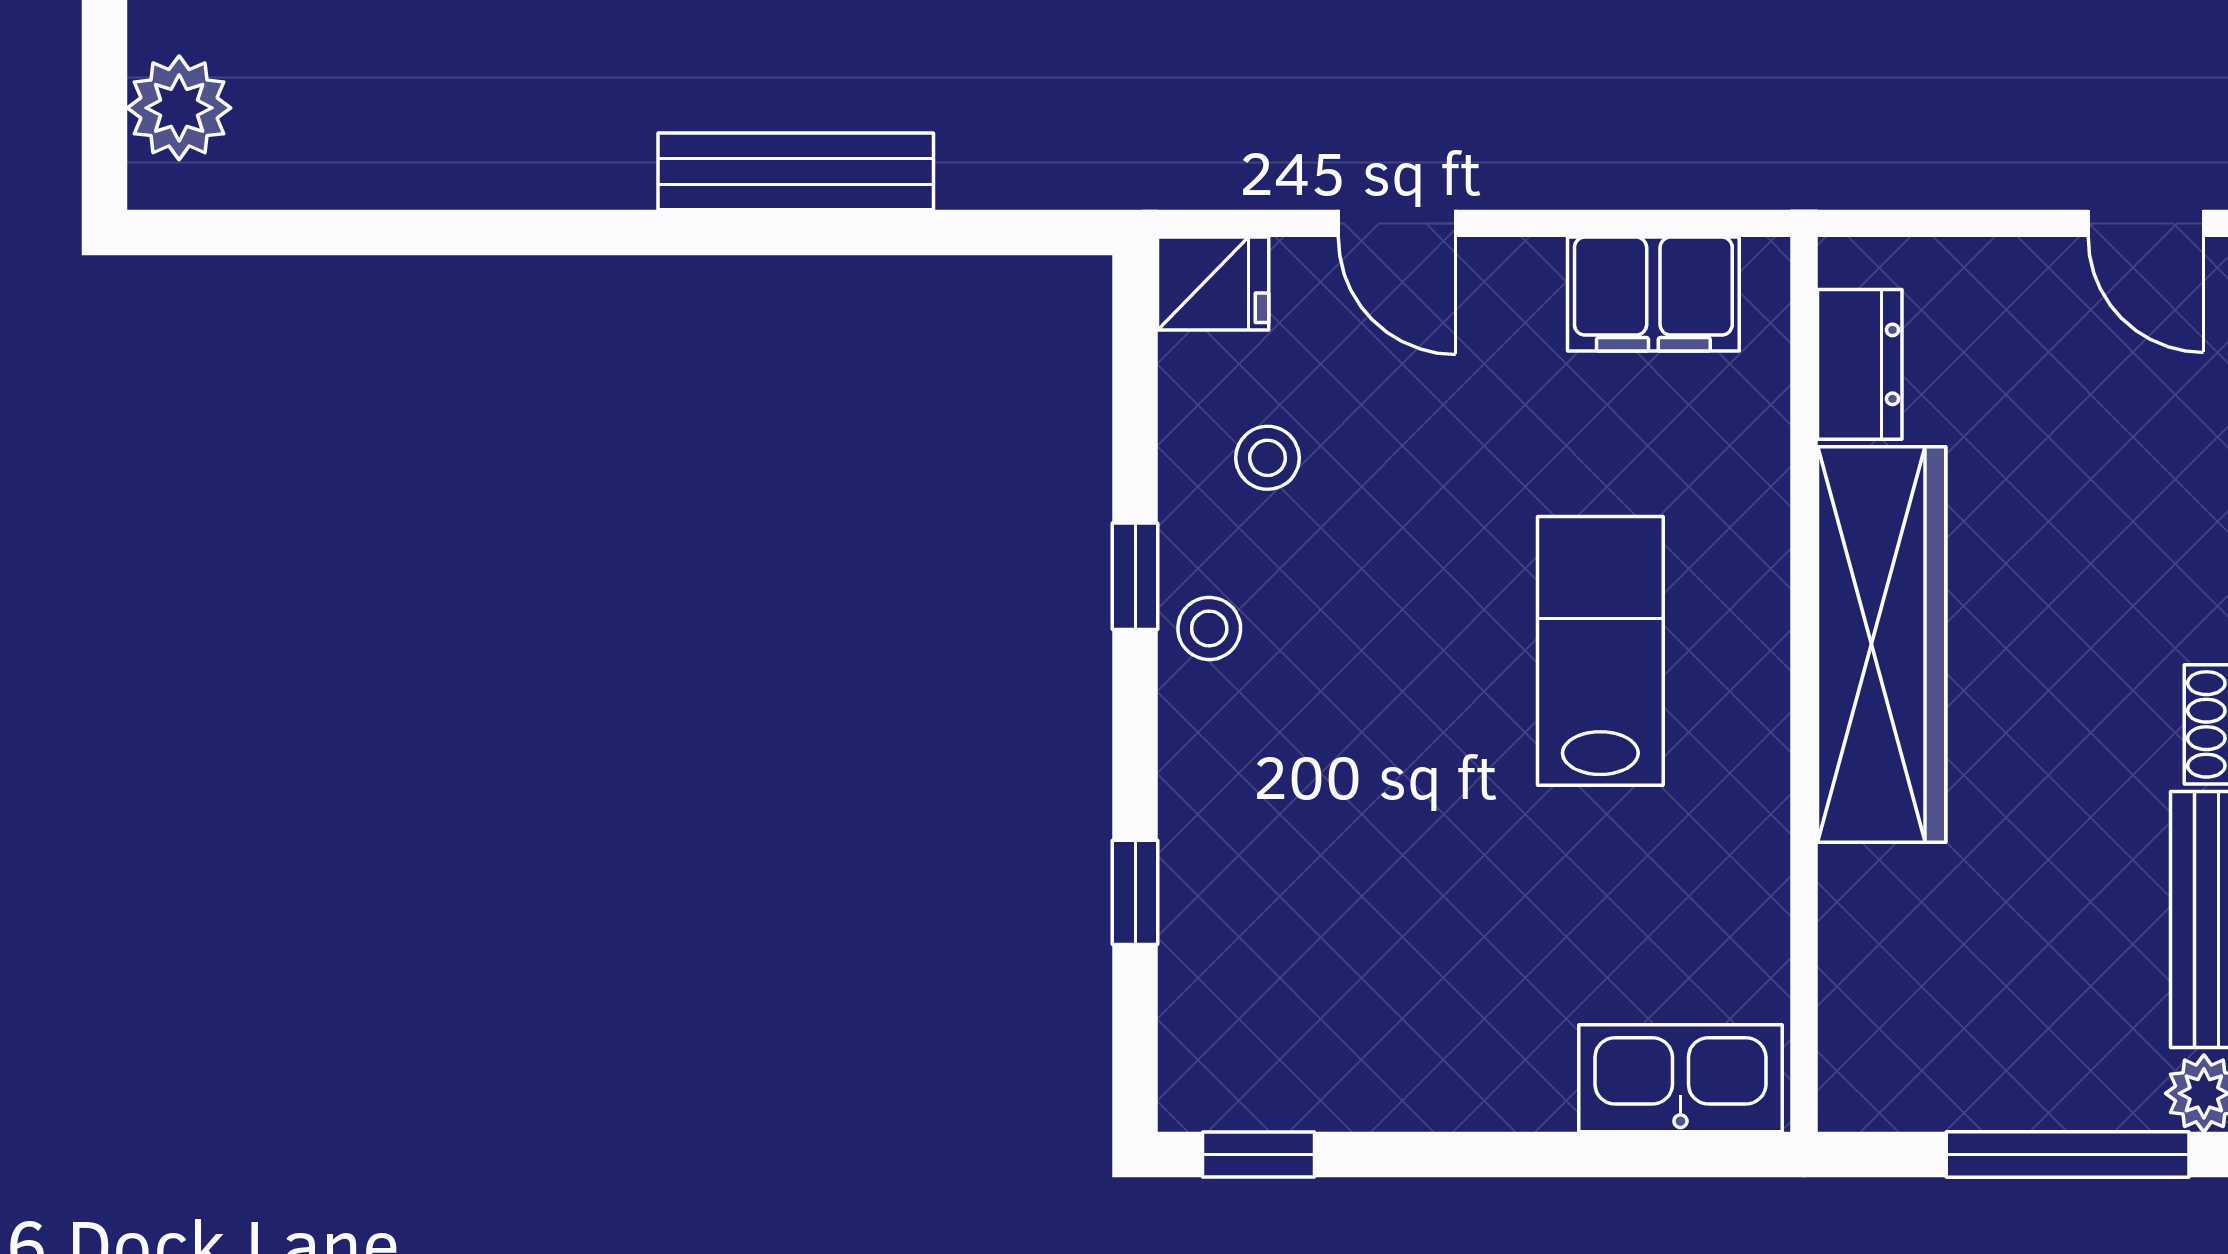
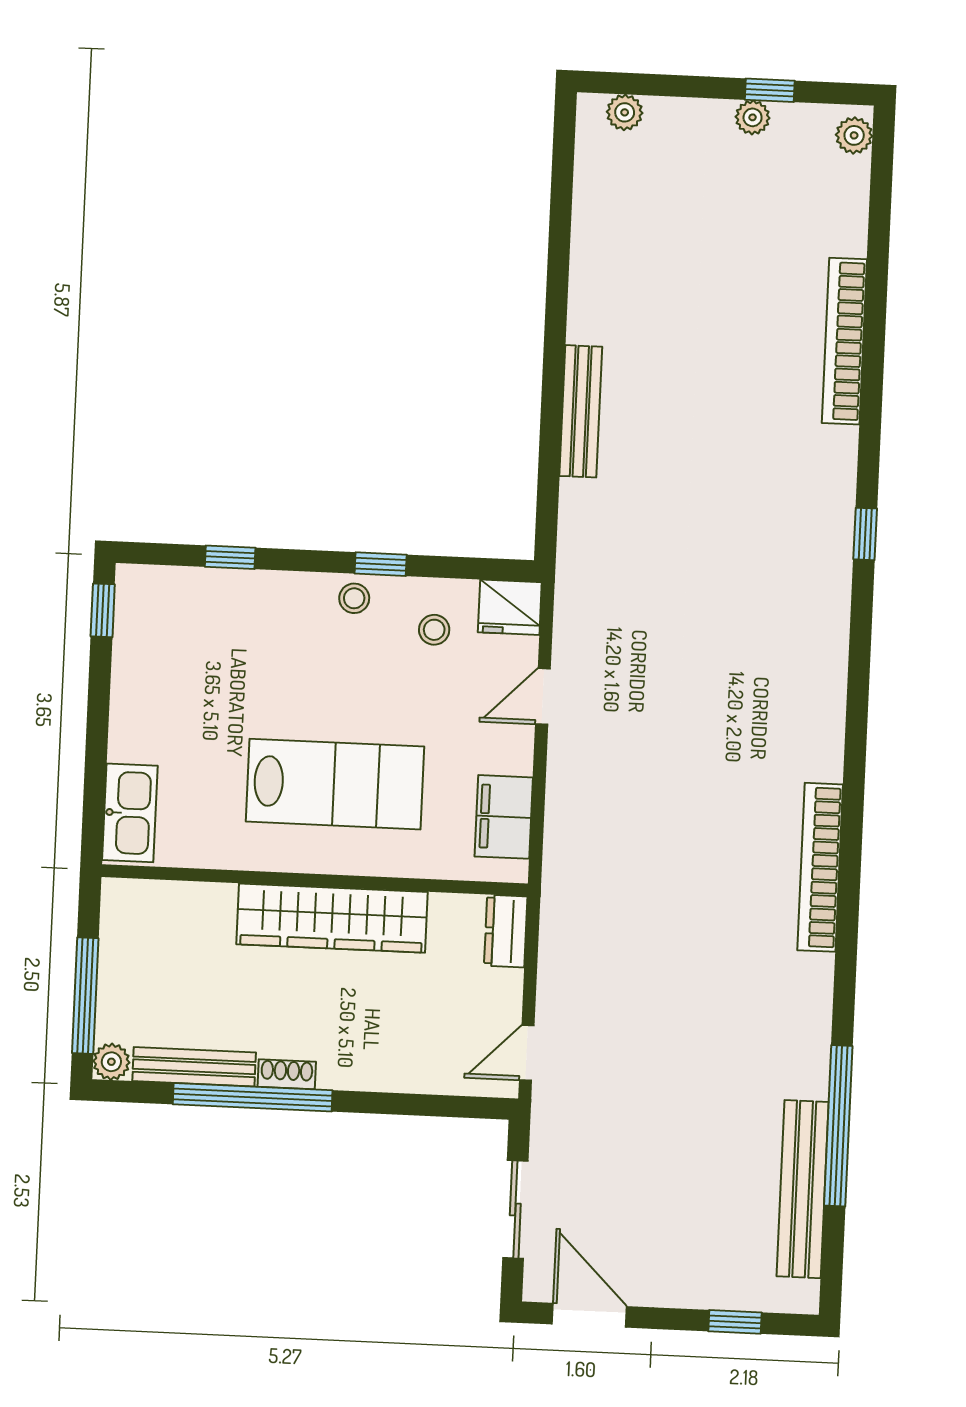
plant: (179, 108) -> (625, 112), width x0.73, depth x0.73
fridge: (1213, 284) -> (510, 607), width x1.38
dresser: (1860, 364) -> (506, 931), moved, turned 90
lab bench: (1600, 651) -> (335, 784), width x1.36, depth x1.39

